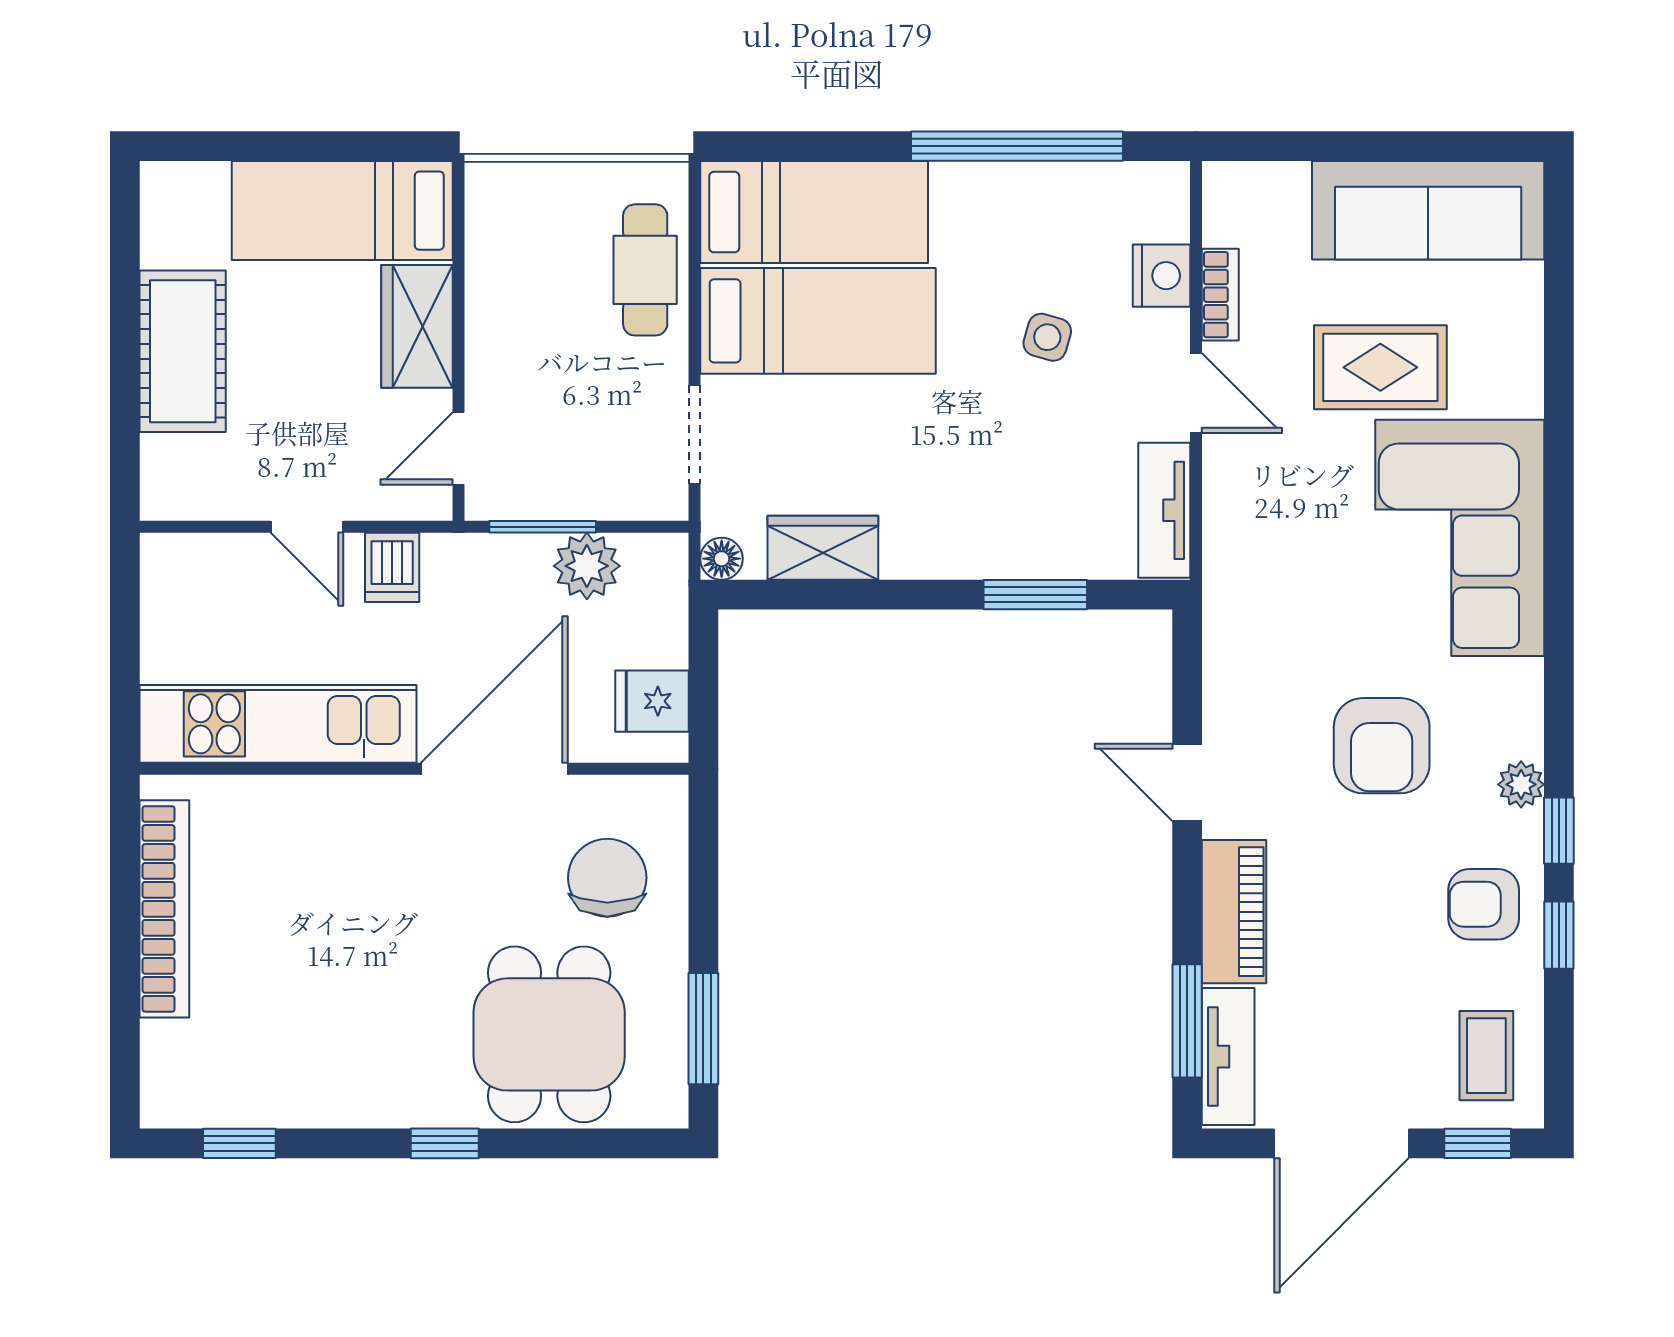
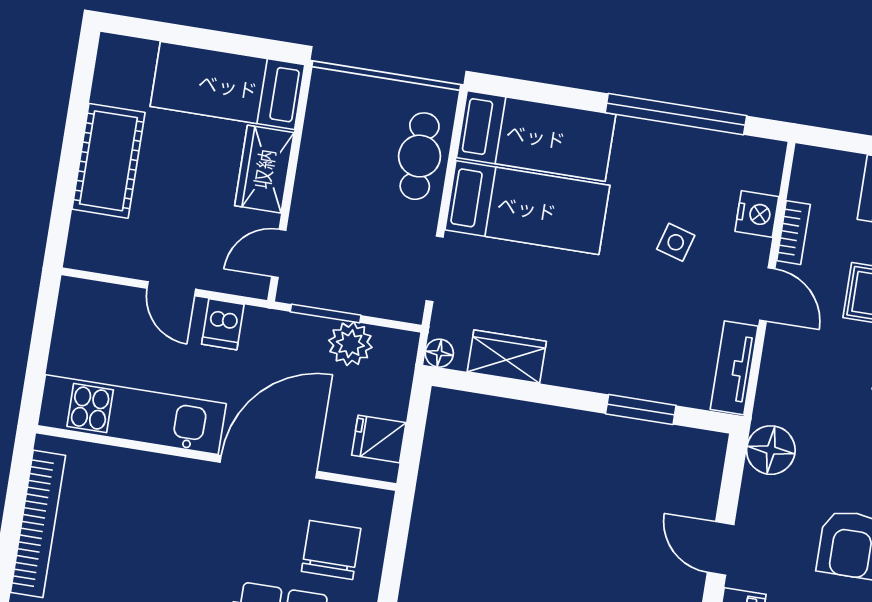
floor lamp: (1239, 624) -> (771, 450), added

